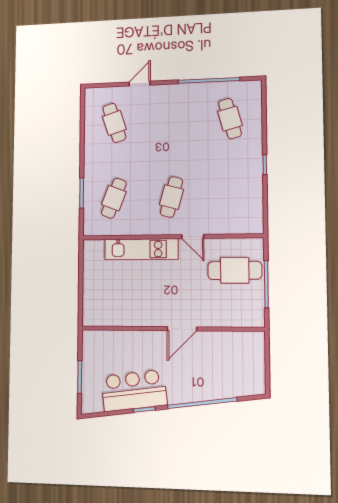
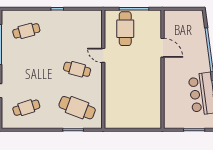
cafe table: (114, 198) -> (77, 108), width x1.37, depth x1.35
door: (193, 237) -> (103, 55), swing flipped
kitchen unit: (141, 249) -> (111, 89), removed
door: (182, 329) -> (162, 48), moved

